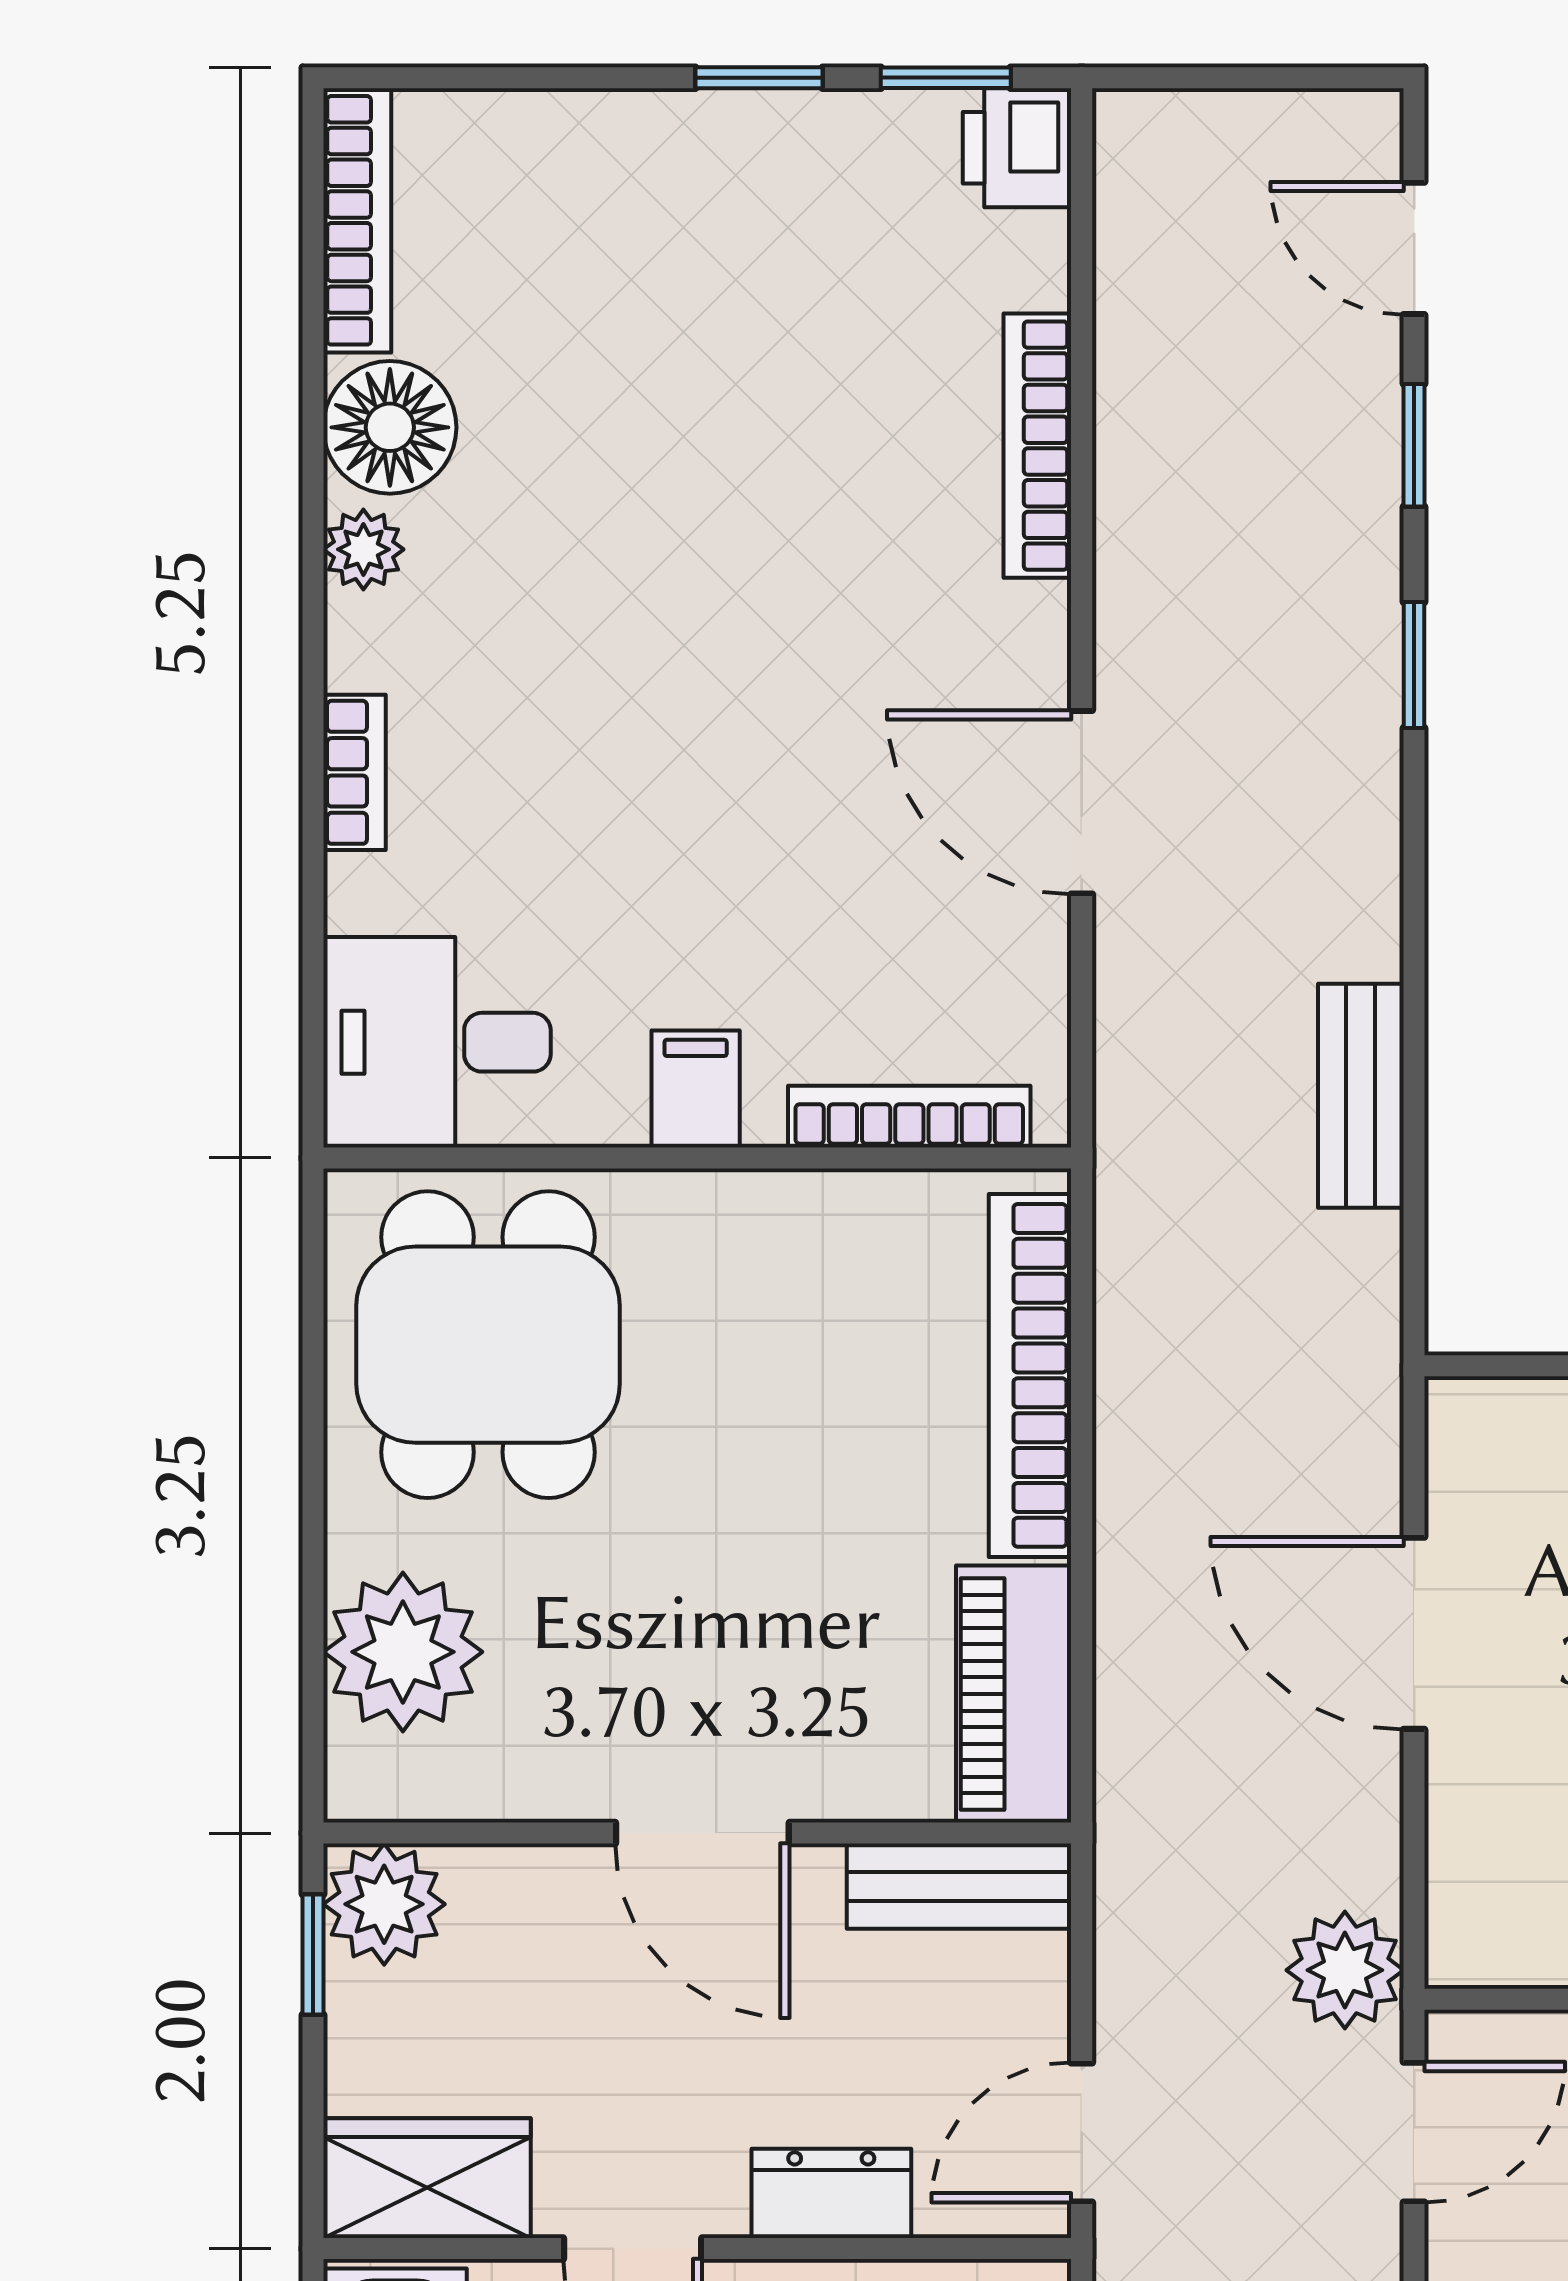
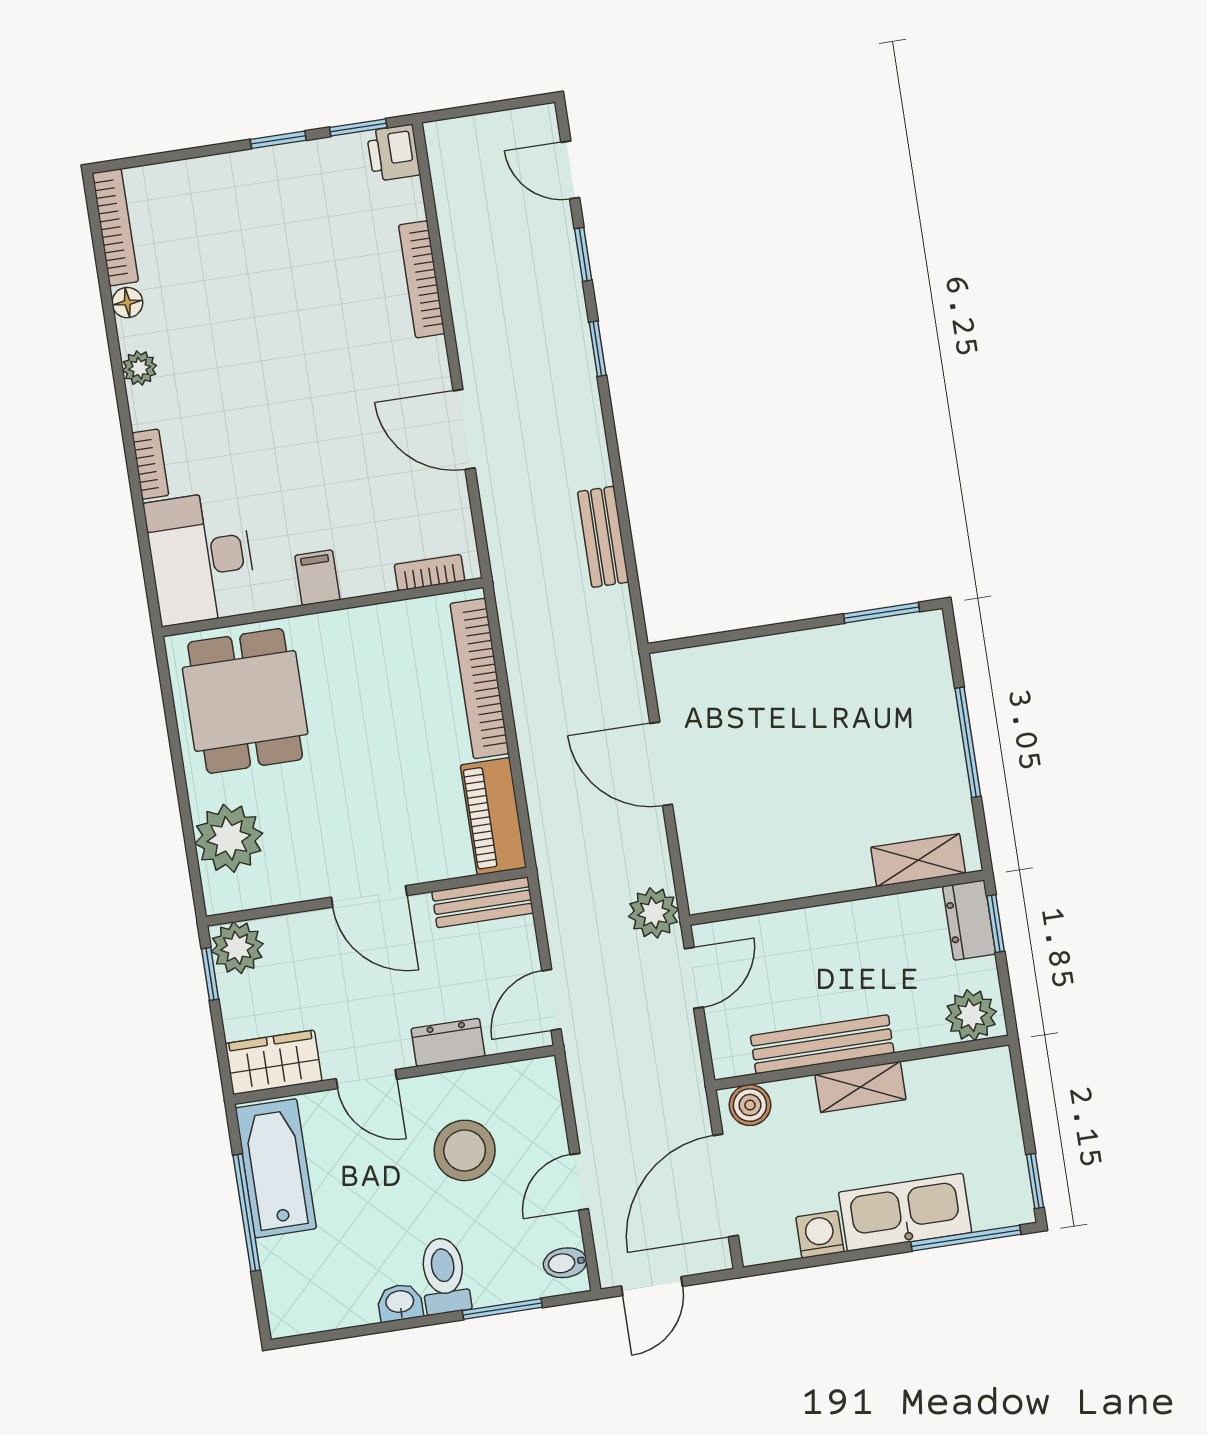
floor lamp: (390, 427) -> (127, 303), width x0.53, depth x0.53
desk: (437, 1042) -> (201, 558), width x1.37
bookcase: (909, 1117) -> (429, 573), width x0.64

